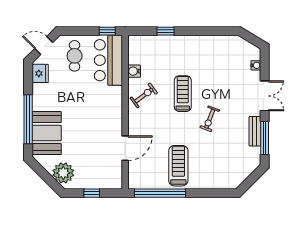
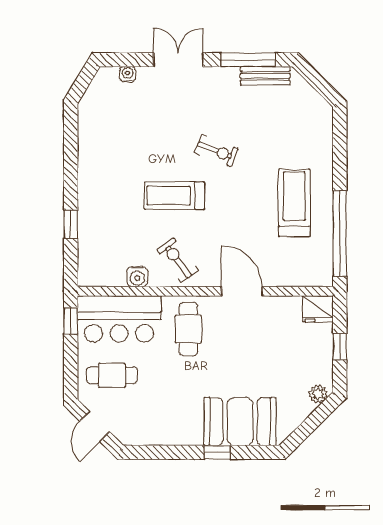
fridge: (40, 73) -> (318, 309), moved, turned 180
cafe table: (102, 102) -> (188, 329), added
window: (28, 119) -> (217, 452), width x0.32
bench: (255, 131) -> (265, 76), moved
door: (125, 148) -> (242, 291), moved
treadmill: (178, 166) -> (294, 203), turned 90
plant: (63, 173) -> (318, 394), width x0.53, depth x0.53

